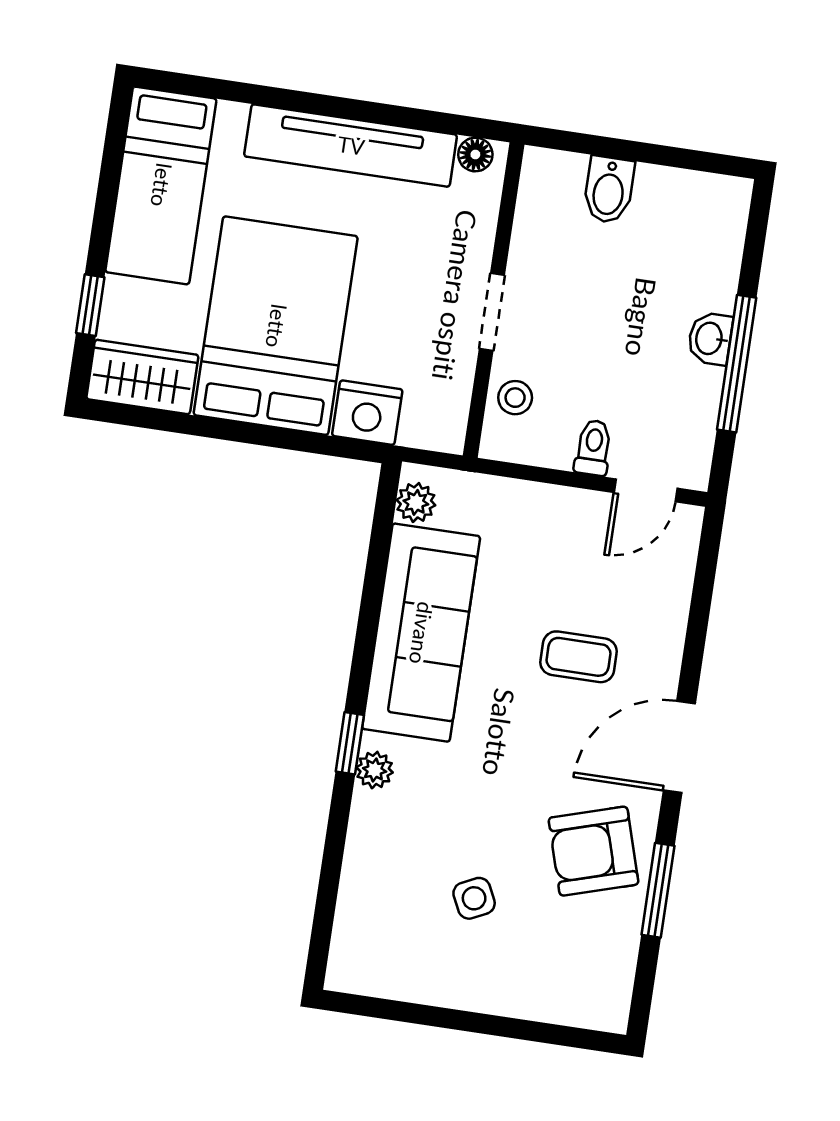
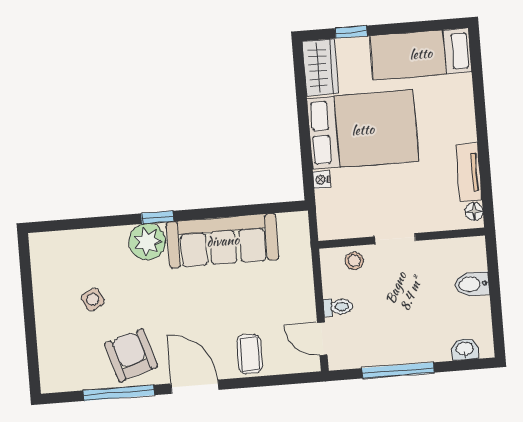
tv unit: (351, 146) -> (469, 172), width x0.52, depth x0.78
washbasin: (710, 339) -> (465, 349), moved
nightstand: (367, 413) -> (322, 180), width x0.53, depth x0.56
plant: (416, 502) -> (289, 222), removed
coffee table: (579, 657) -> (249, 354), moved
plant: (375, 770) -> (147, 242), width x1.87, depth x1.87
window: (658, 890) -> (119, 393), width x1.44

